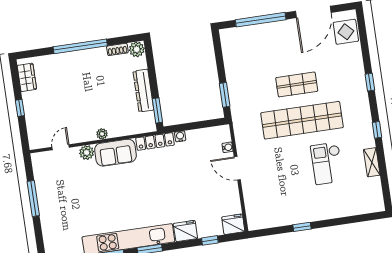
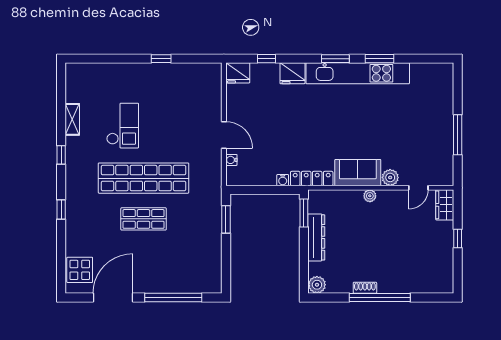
shoe rack: (117, 49) -> (365, 288), moved
wardrobe: (27, 77) -> (445, 205), moved

